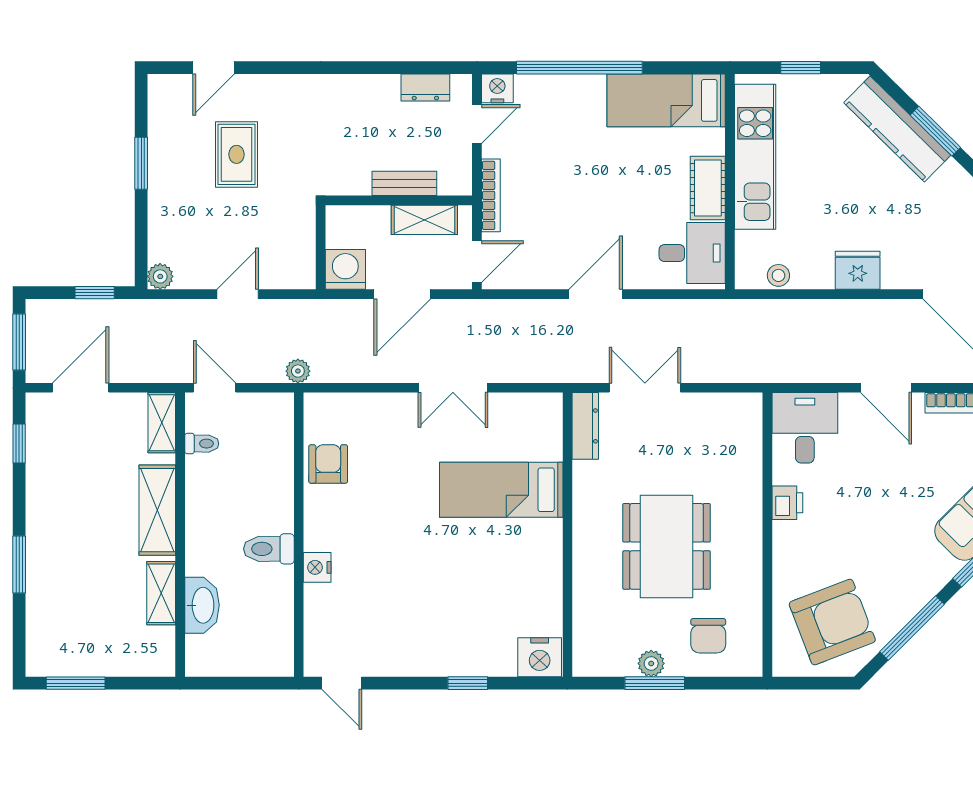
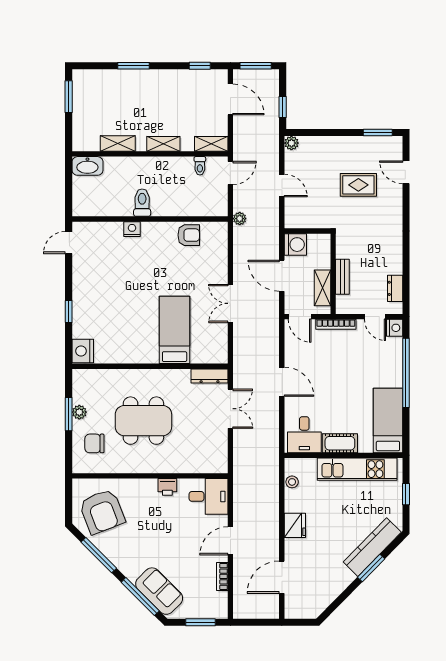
window: (141, 163) -> (378, 133), moved
shelving: (157, 510) -> (163, 144), width x0.67, depth x0.75
washbasin: (202, 605) -> (87, 166), moved

